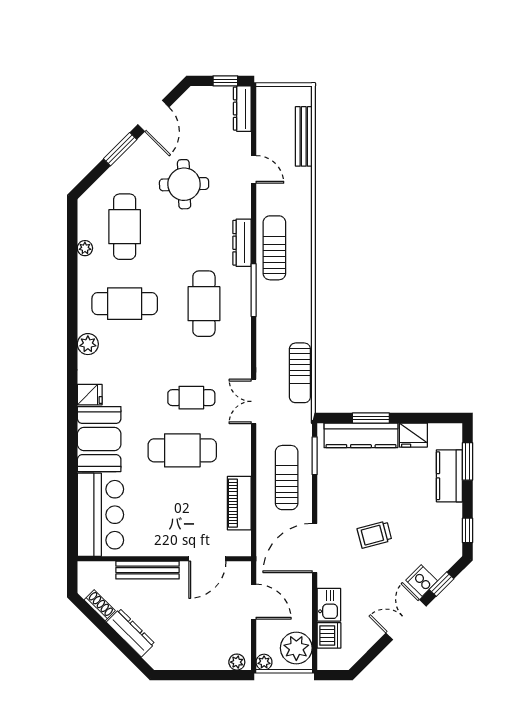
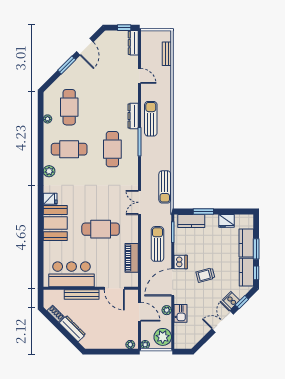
bench: (304, 136) -> (167, 54), width x0.73
round table: (184, 184) -> (102, 84), removed
cafe table: (191, 398) -> (106, 200), removed
kitchen counter: (361, 435) -> (191, 221), width x0.67
window: (468, 461) -> (256, 249), moved
bar counter: (100, 515) -> (71, 274), moved, turned -90
kitchen counter: (450, 529) -> (246, 272), added
door: (207, 559) -> (114, 288), hinge flipped
plant: (304, 599) -> (167, 310), added
dishwasher: (329, 635) -> (181, 262), moved

